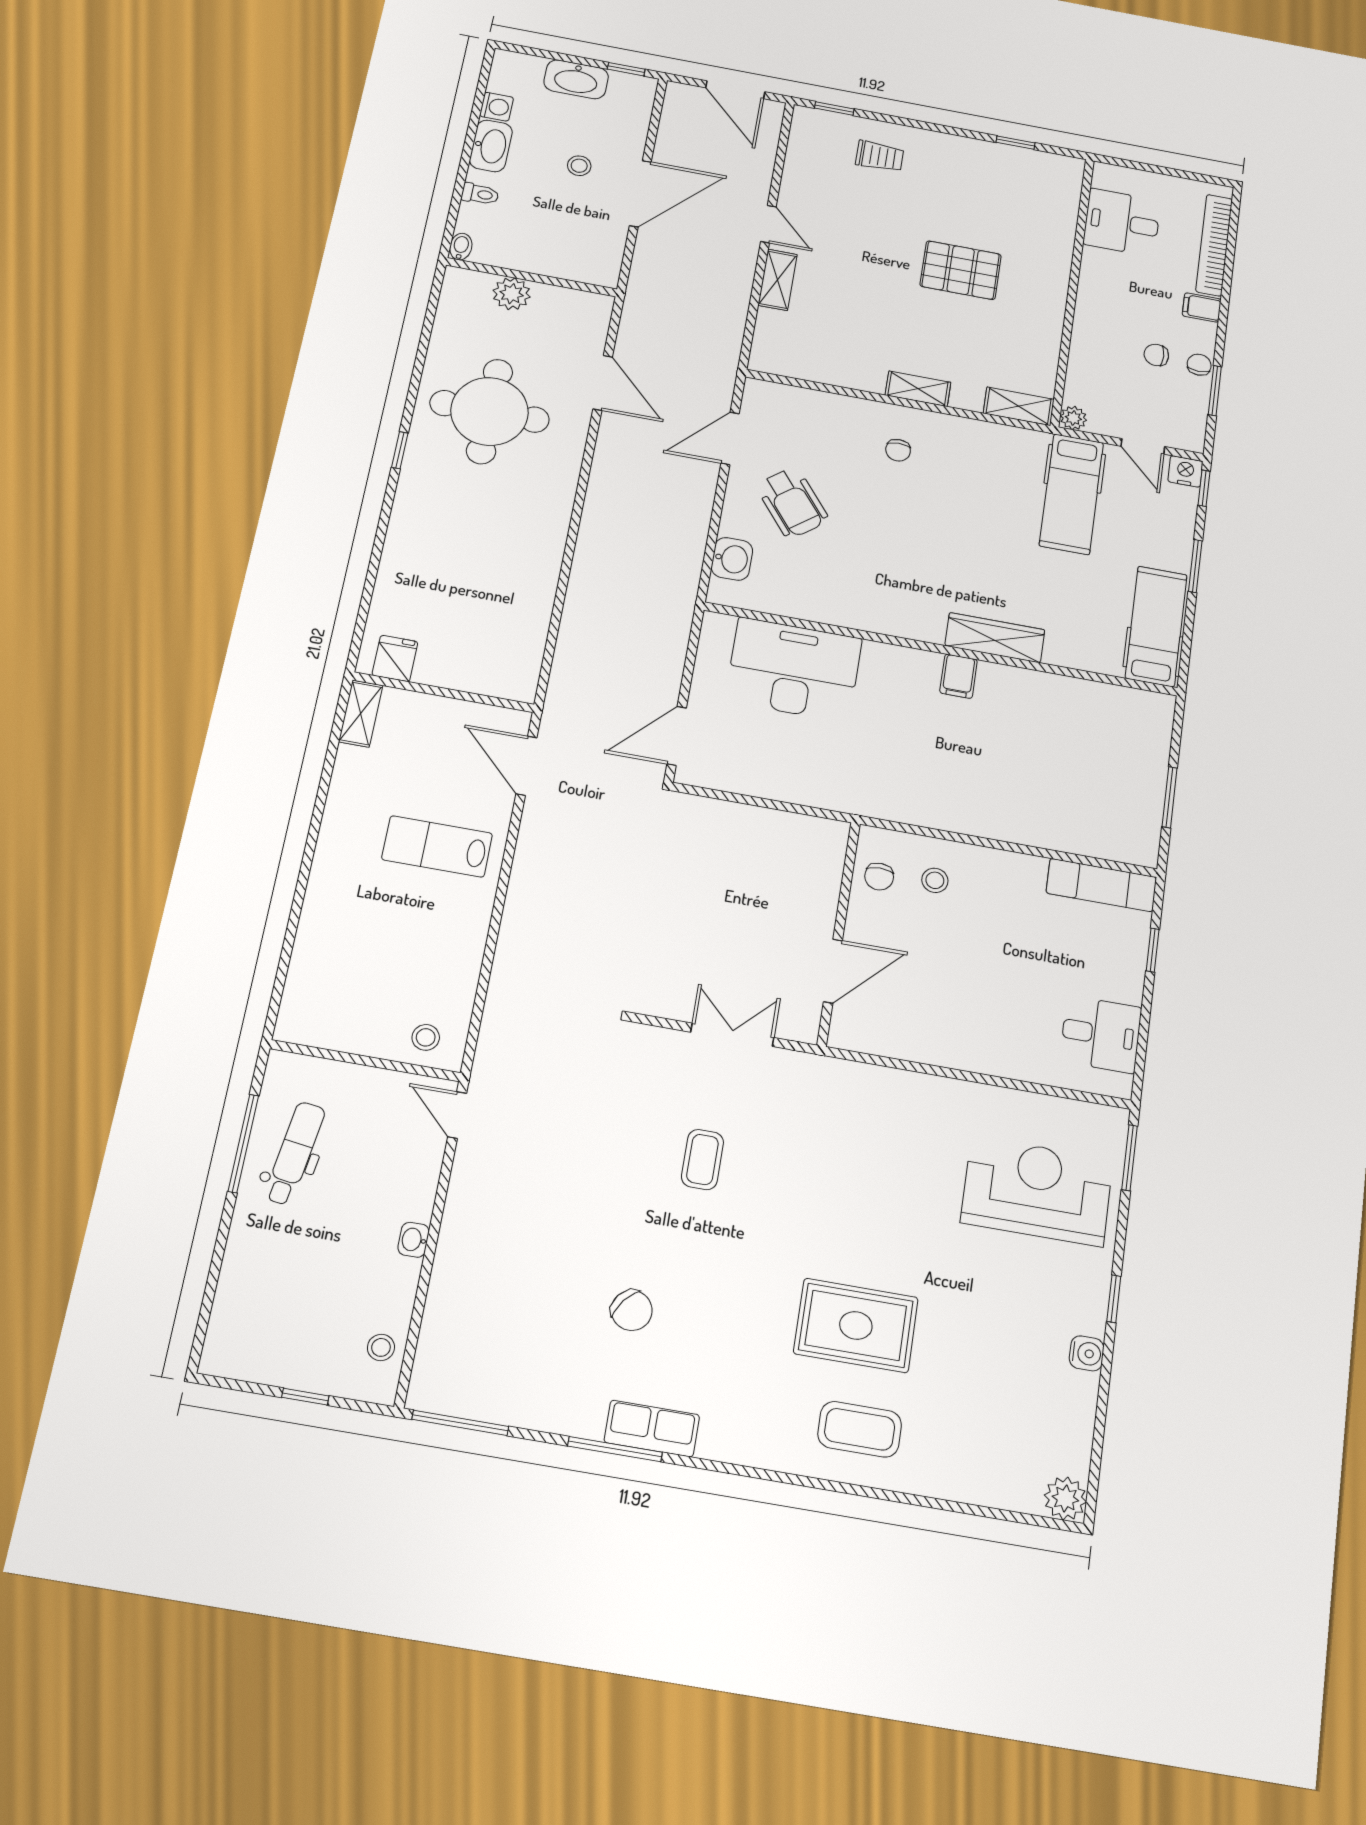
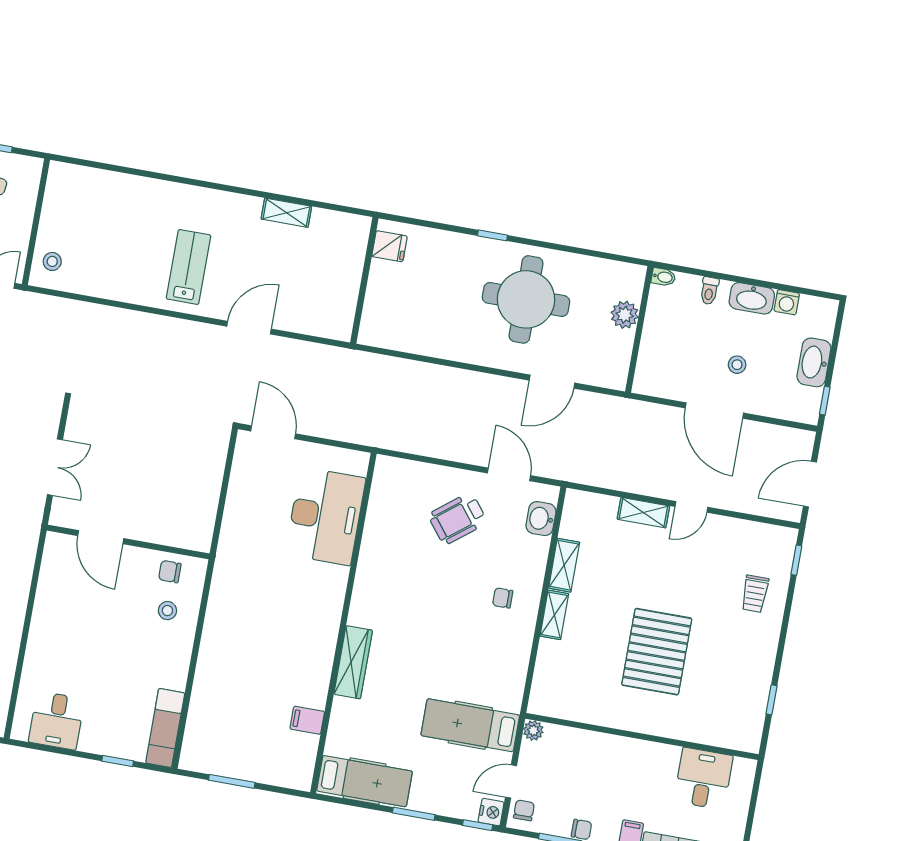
pallet: (961, 270) -> (657, 652), width x1.37, depth x1.41
chair: (1156, 355) -> (524, 810), moved
shelving: (1019, 406) -> (564, 565), moved
washbasin: (732, 559) -> (541, 519), moved, turned 90
fridge: (395, 658) -> (389, 246), moved
filing cabinet: (959, 676) -> (307, 720), moved
wall: (444, 692) -> (364, 280), moved

